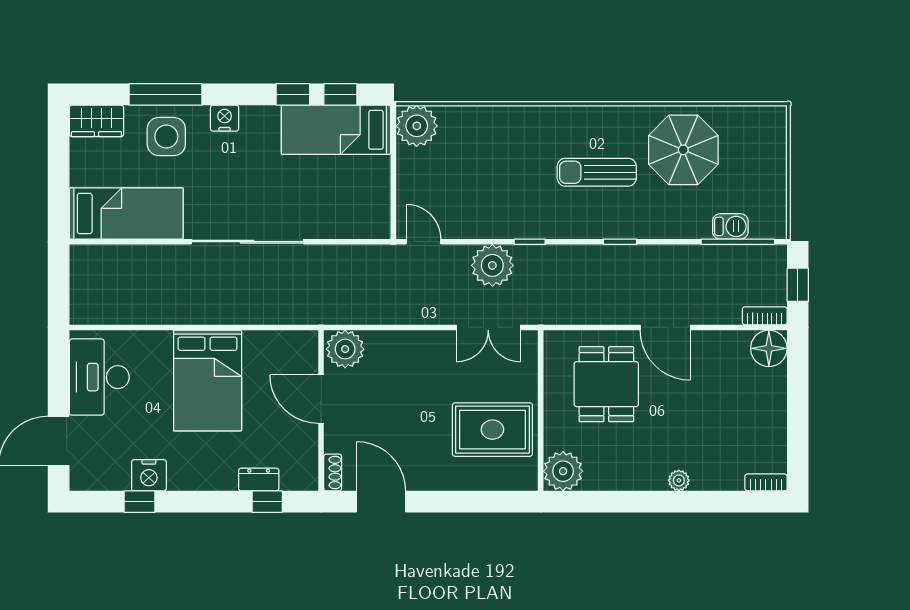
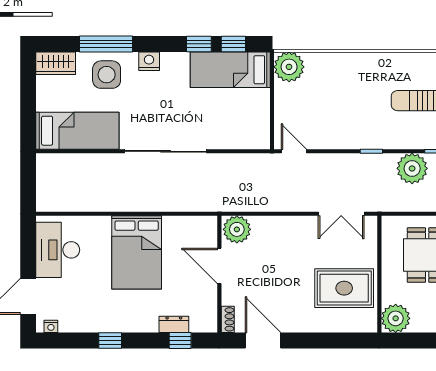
plant: (492, 265) -> (412, 168), moved
nightstand: (149, 475) -> (51, 326), moved, width x0.53, depth x0.56
window: (140, 502) -> (110, 341), moved

